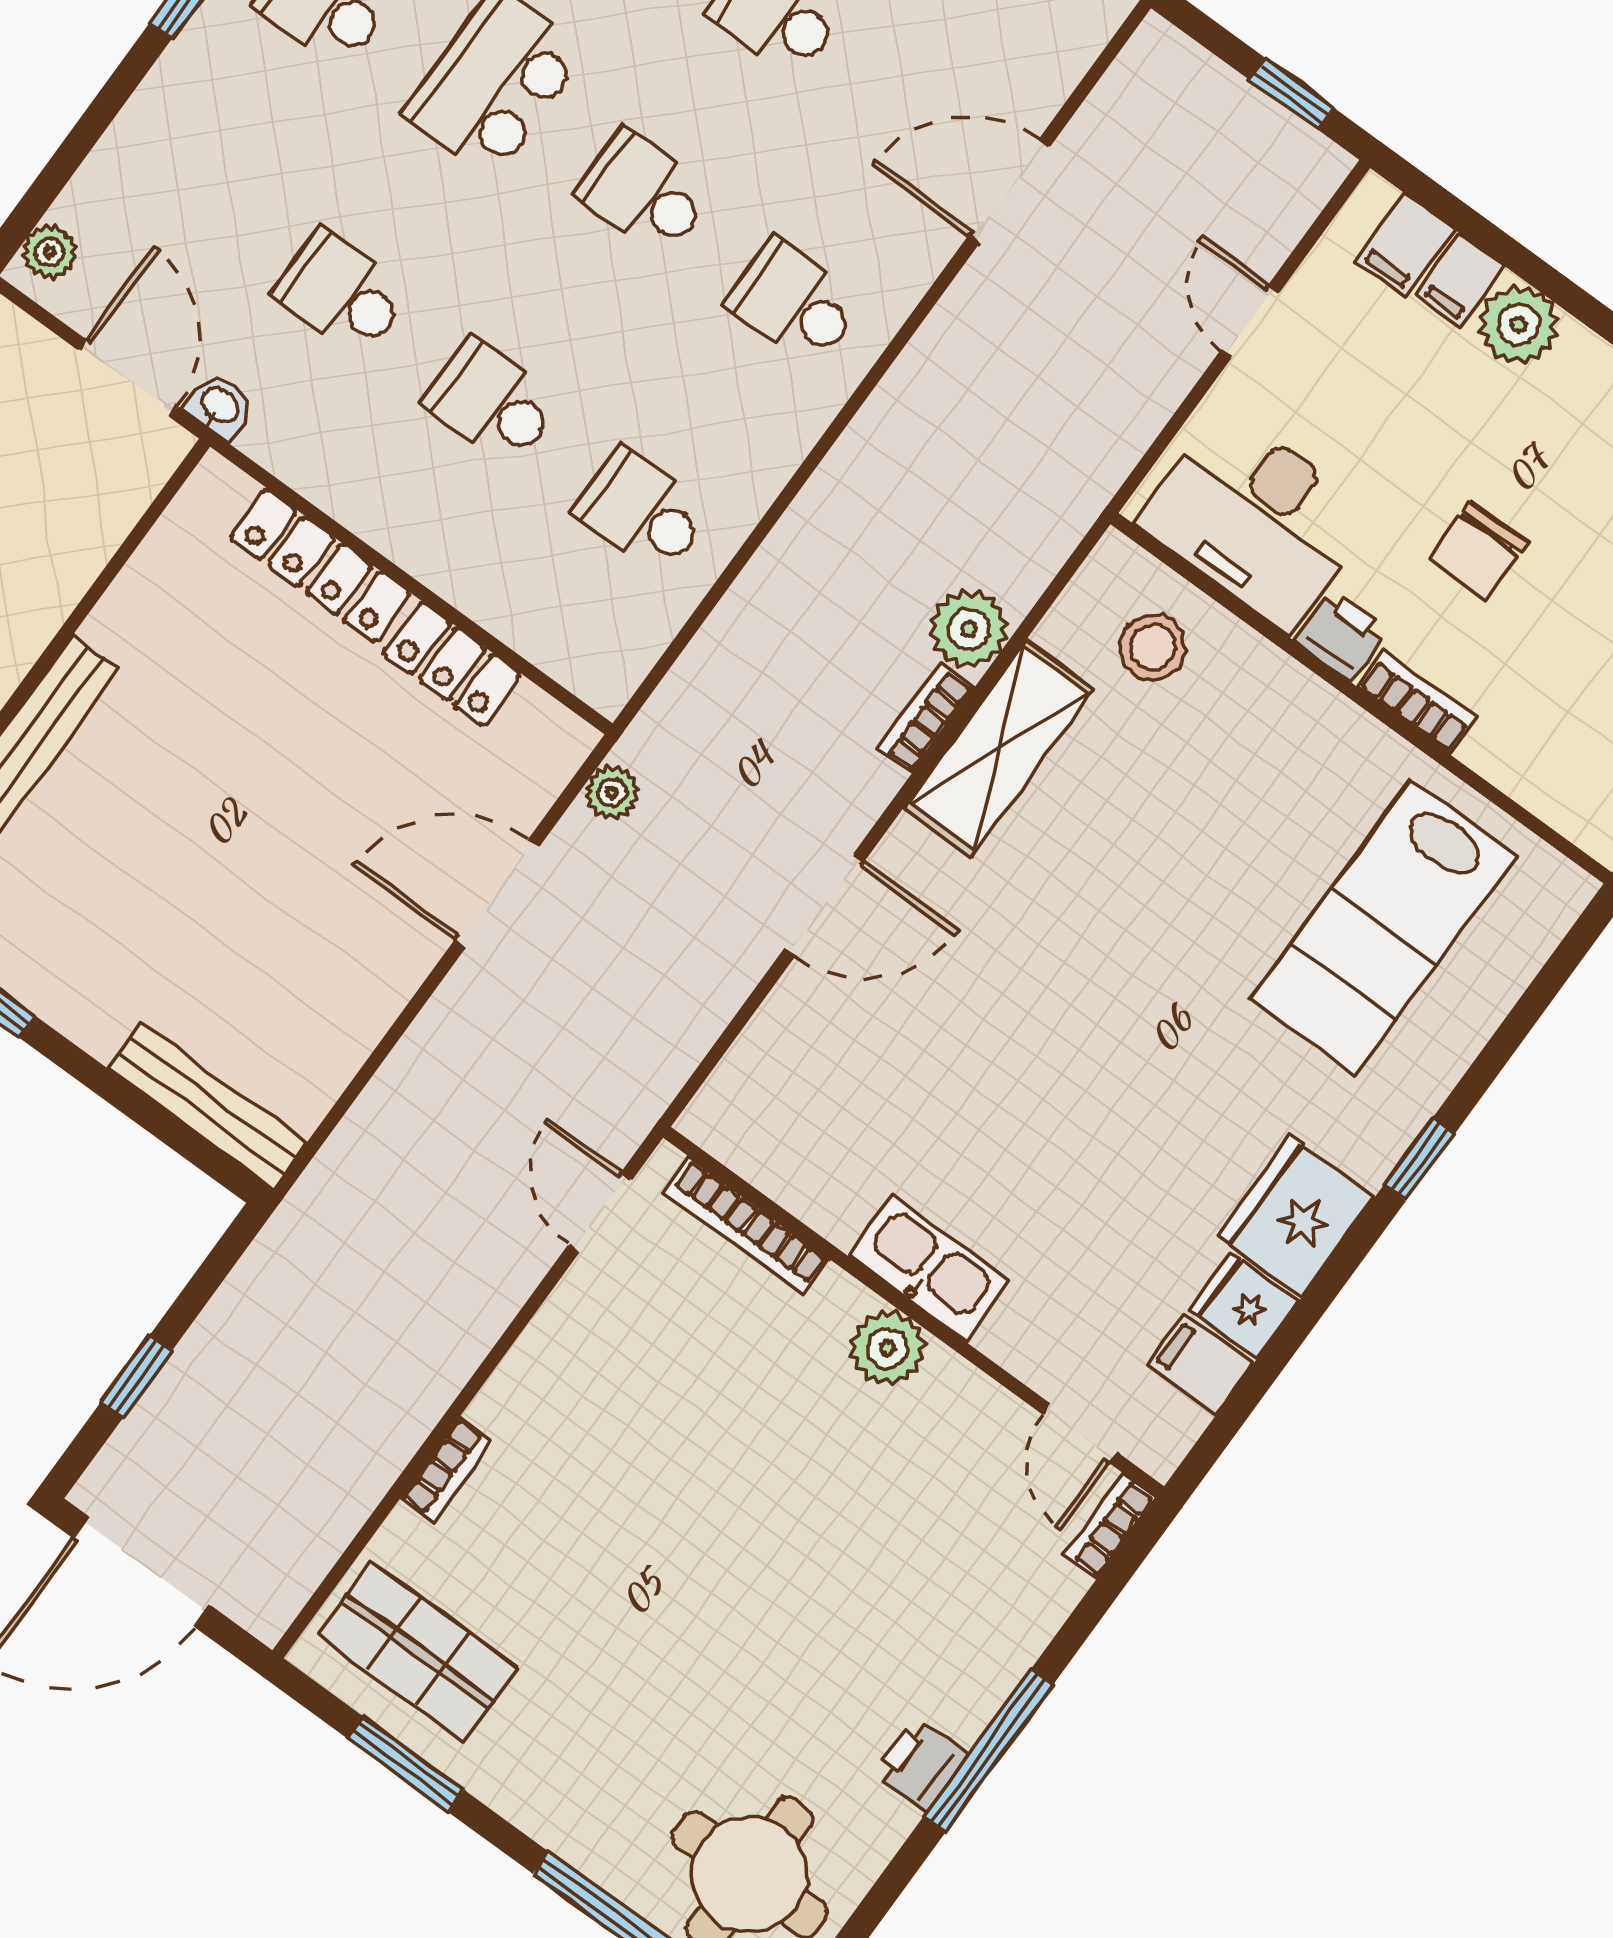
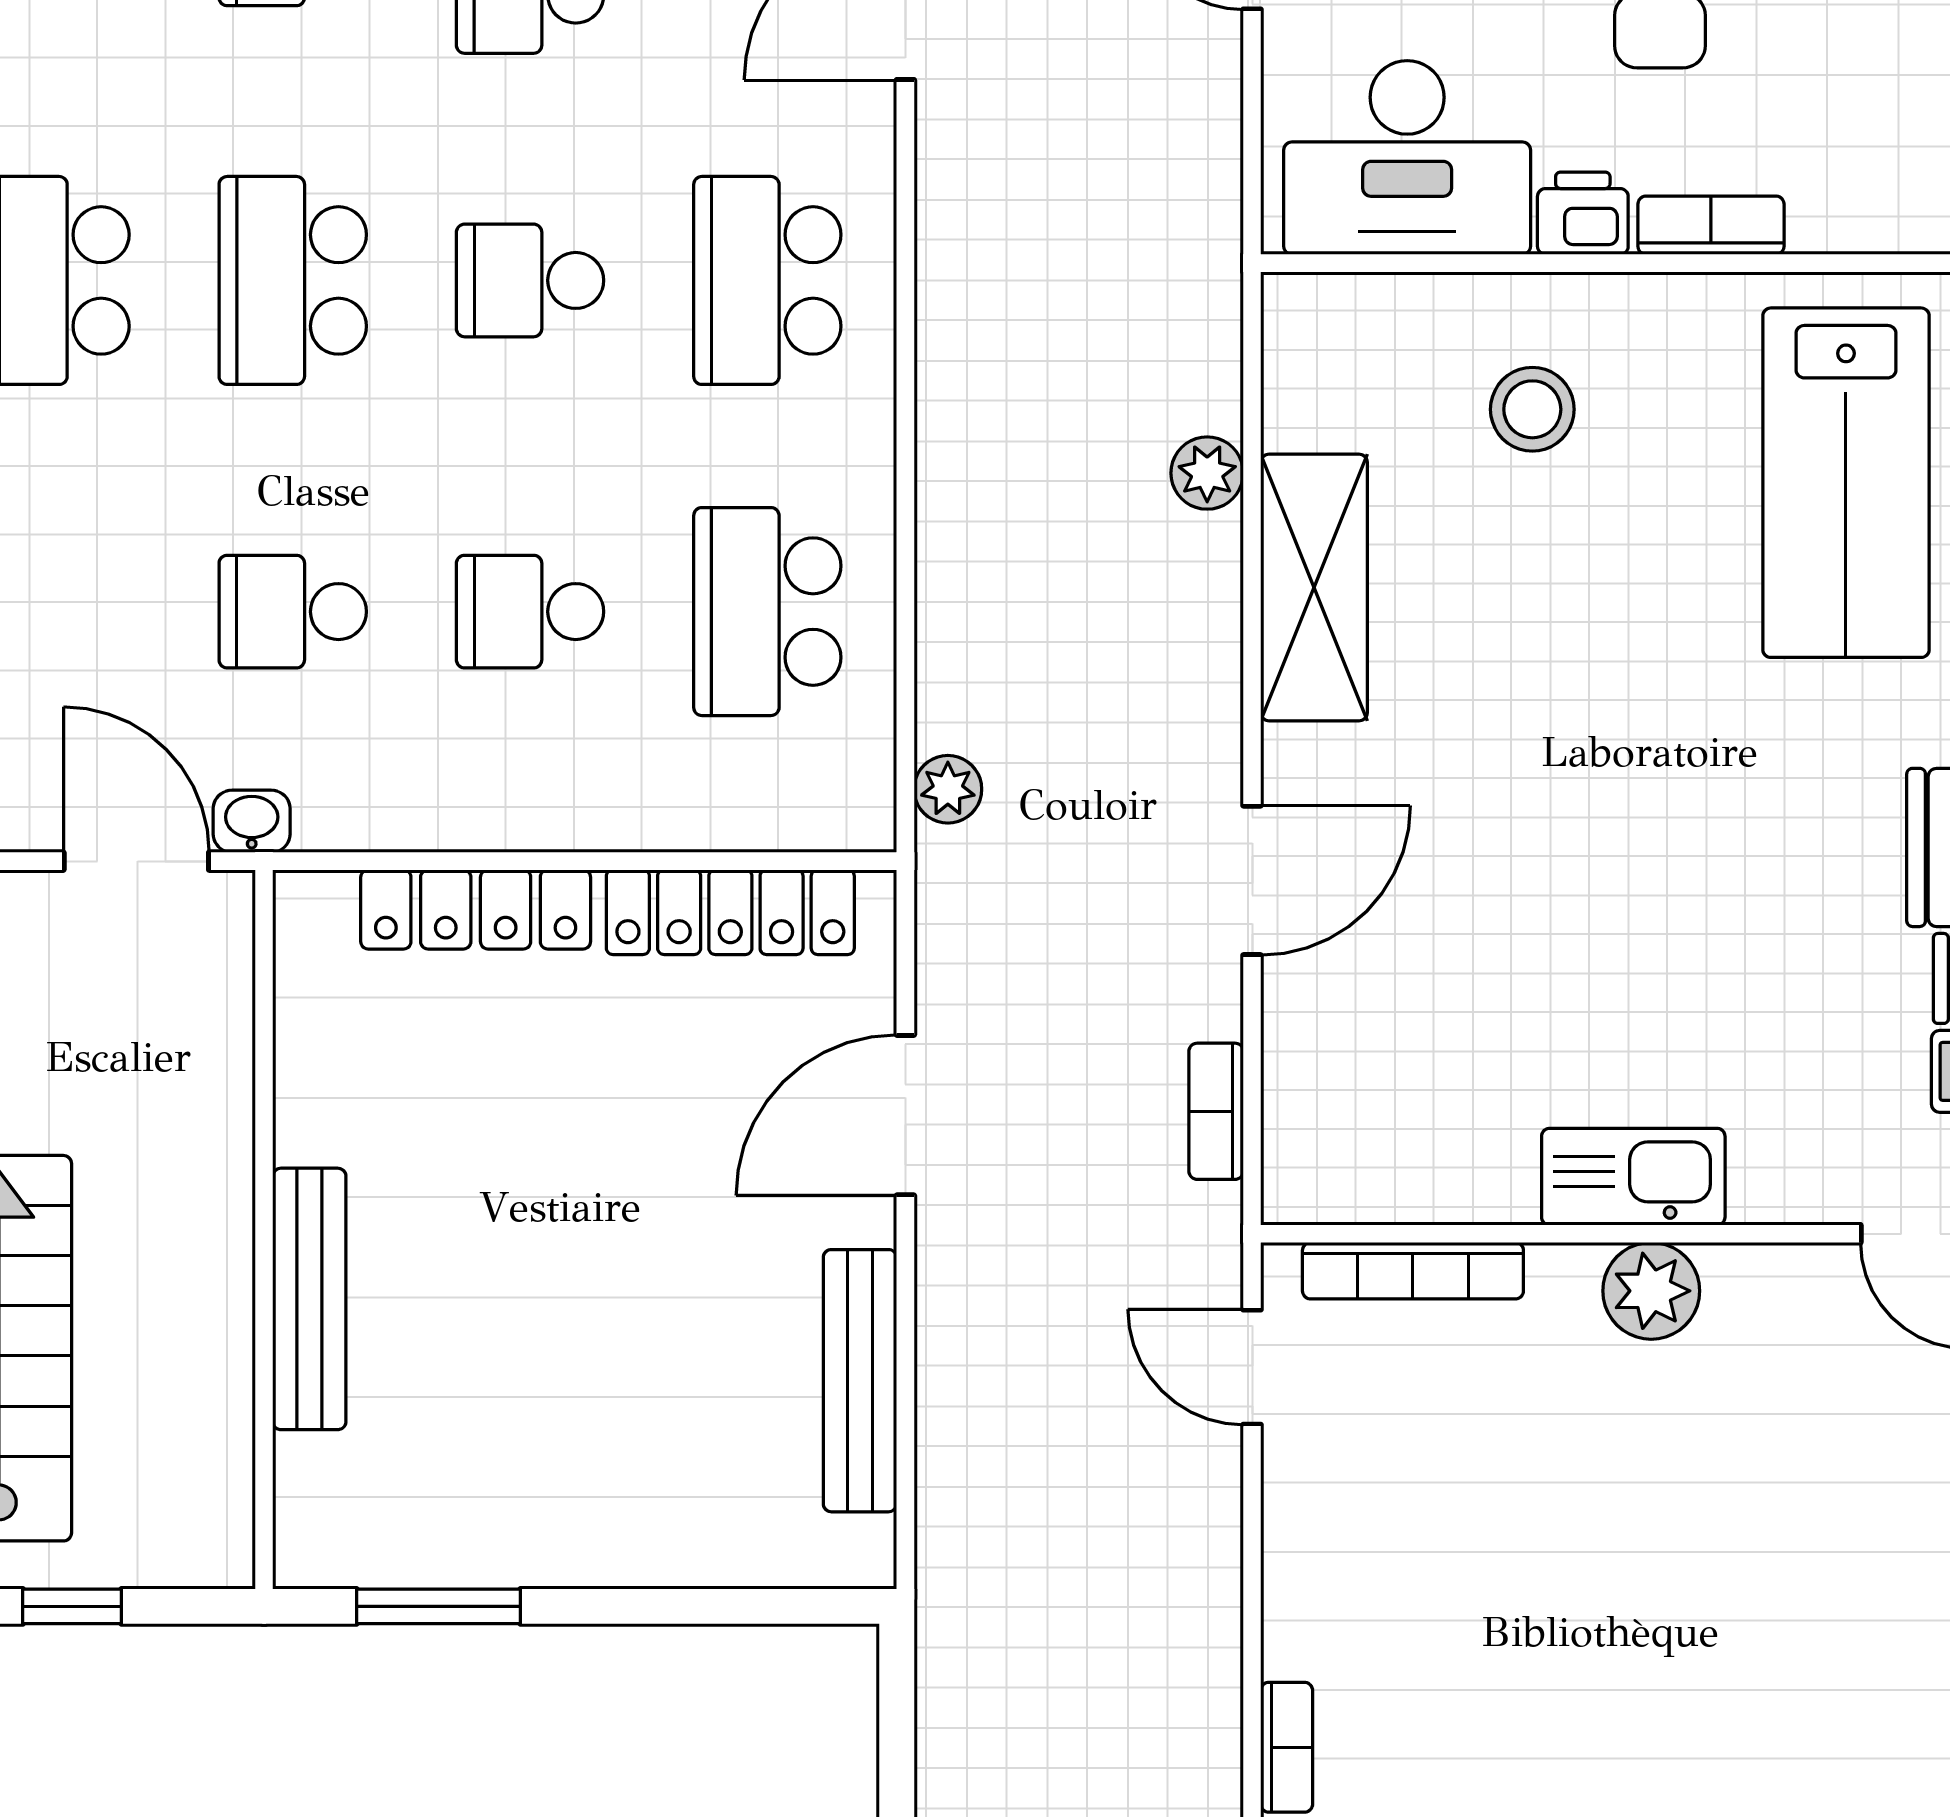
school desk: (795, 302) -> (767, 280), width x1.85
school desk: (642, 511) -> (767, 612), width x1.85
plant: (969, 629) -> (1207, 473), width x0.73, depth x0.73
stool: (1152, 647) -> (1532, 409), moved
locker: (452, 664) -> (730, 912), width x1.53
bookcase: (926, 718) -> (1216, 1111), moved
plant: (612, 792) -> (948, 789), moved
bench: (207, 1105) -> (860, 1381), moved, turned 90

